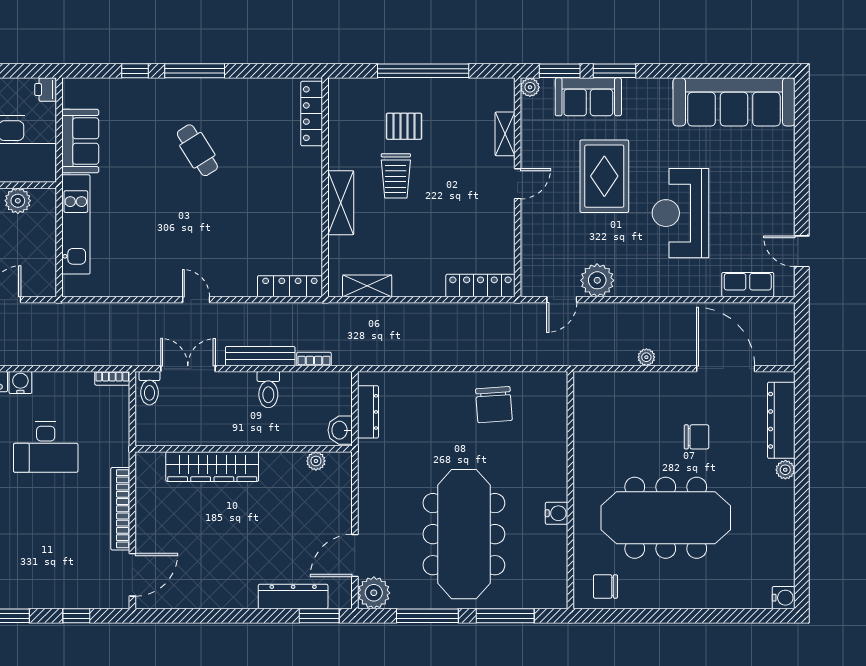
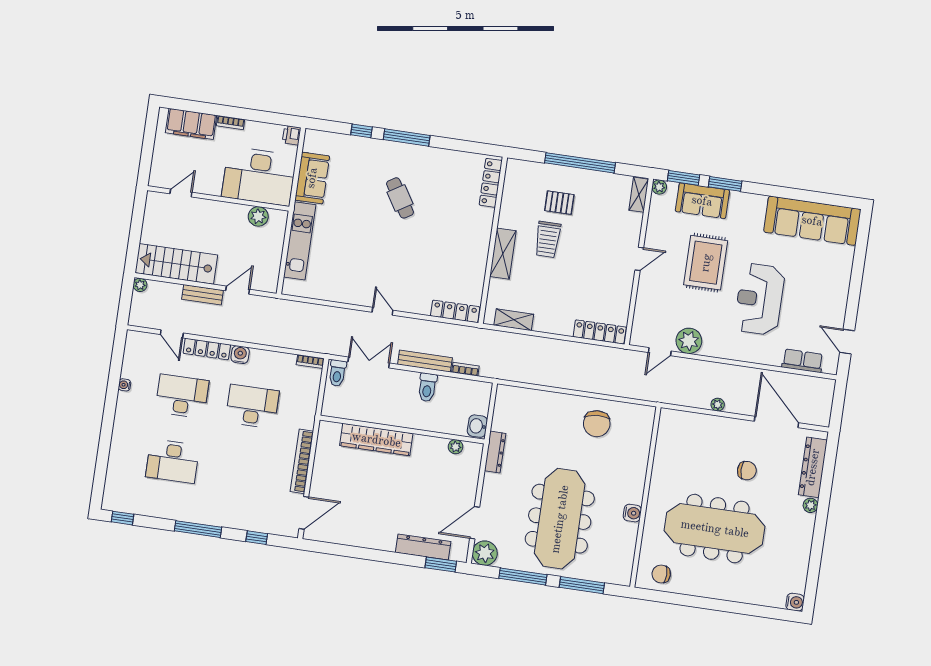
shelving: (505, 134) -> (639, 195), moved
dresser: (368, 412) -> (495, 452), moved
desk: (46, 447) -> (252, 406), turned 180

